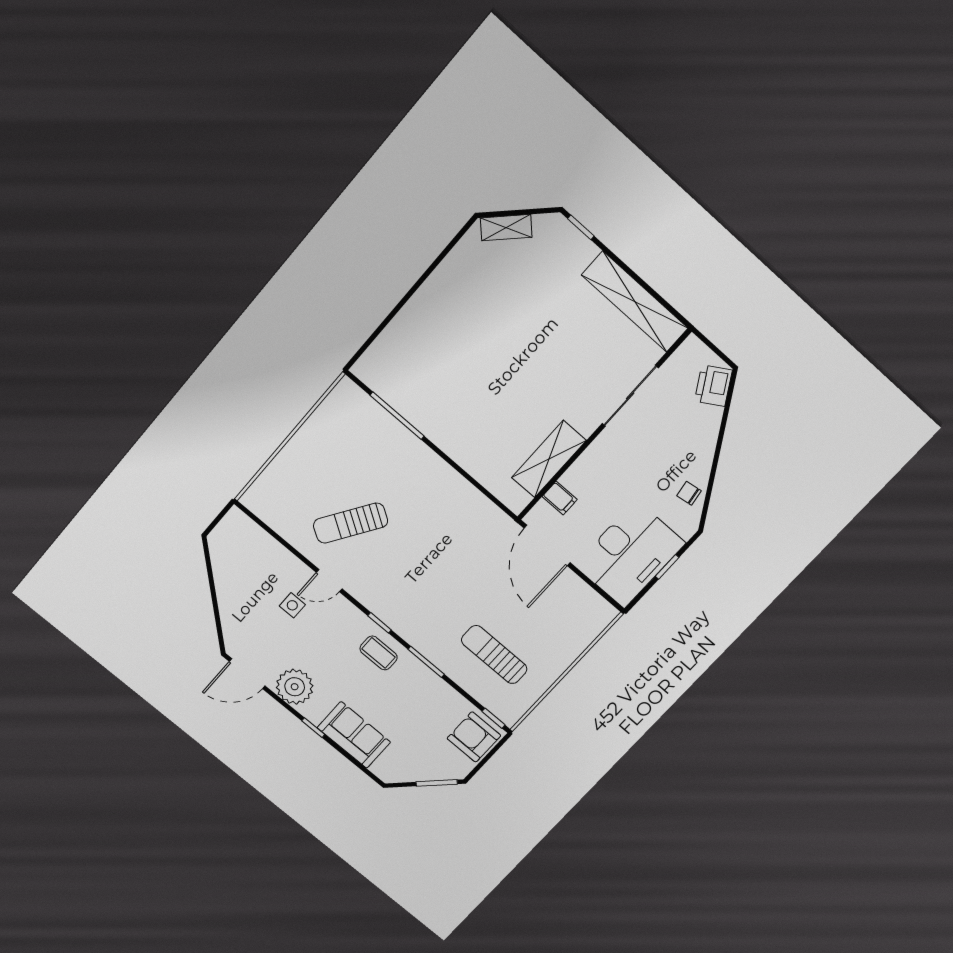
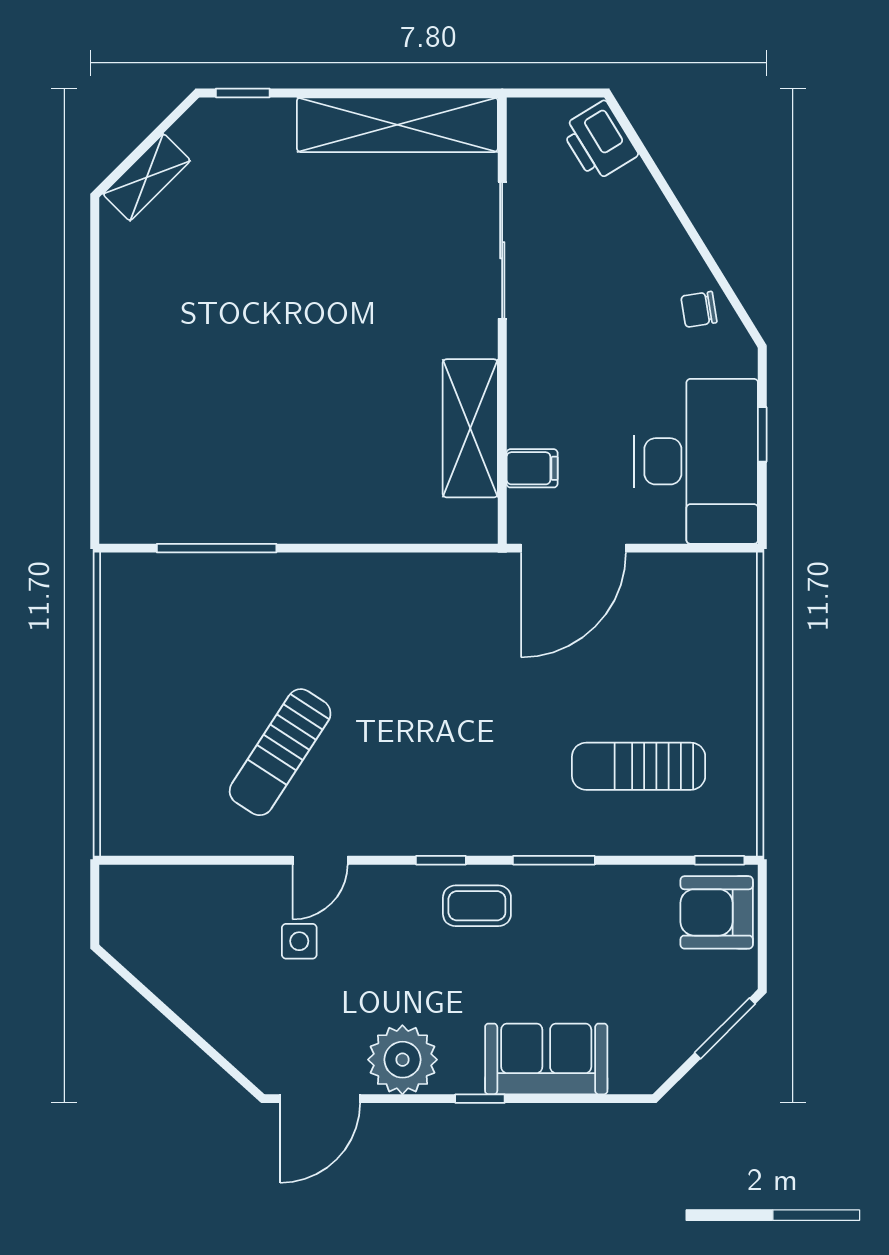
door: (547, 545) -> (573, 548), hinge flipped

